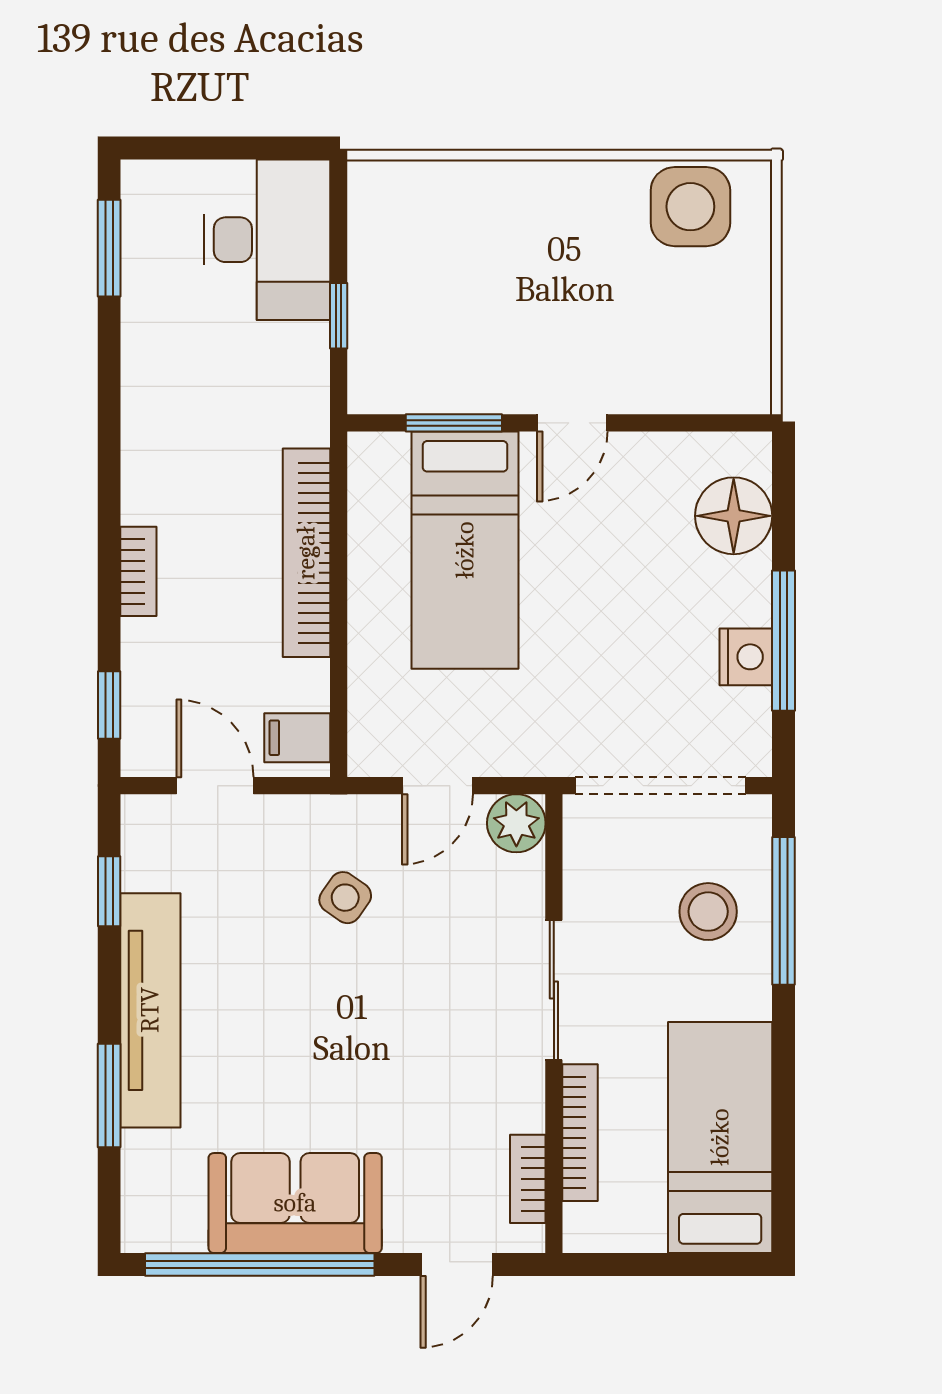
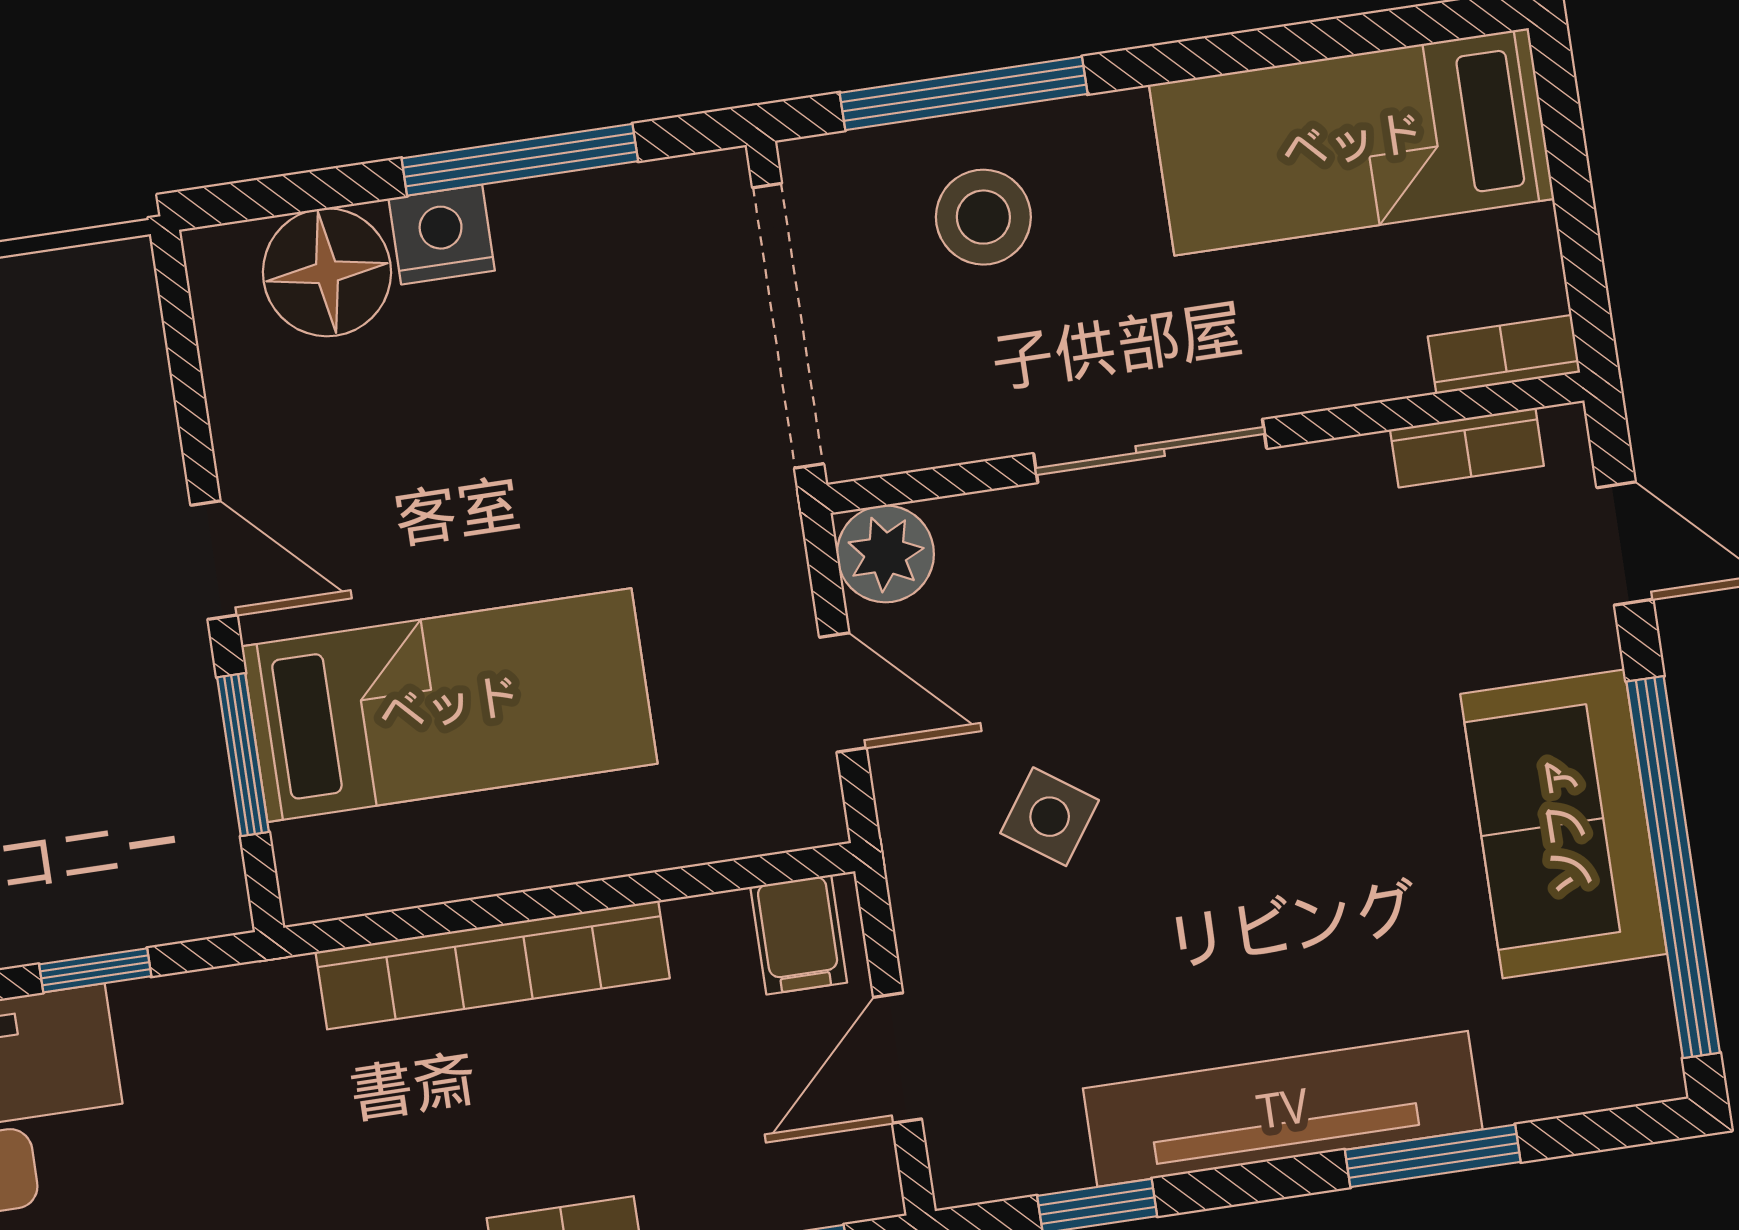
nightstand: (746, 657) -> (442, 235), moved
bookcase: (580, 1133) -> (1504, 354), moved, width x0.64

